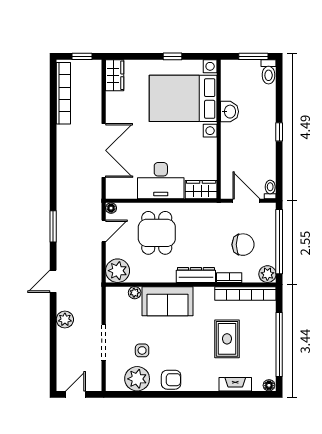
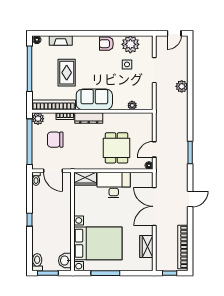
window: (172, 56) -> (105, 273), width x2.17
wardrobe: (115, 75) -> (146, 247), moved
washbasin: (229, 112) -> (65, 261), moved
plant: (118, 271) -> (144, 121), removed
door: (53, 281) -> (190, 199), moved
sofa: (167, 301) -> (94, 99), moved

